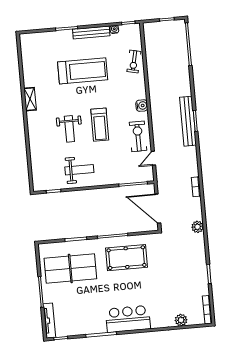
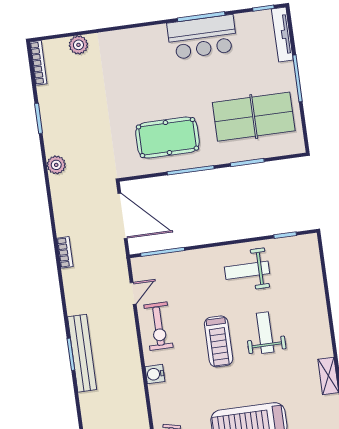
treadmill: (100, 125) -> (219, 341), turned 180
plant: (198, 227) -> (56, 165), moved
bar counter: (128, 319) -> (202, 37), moved

